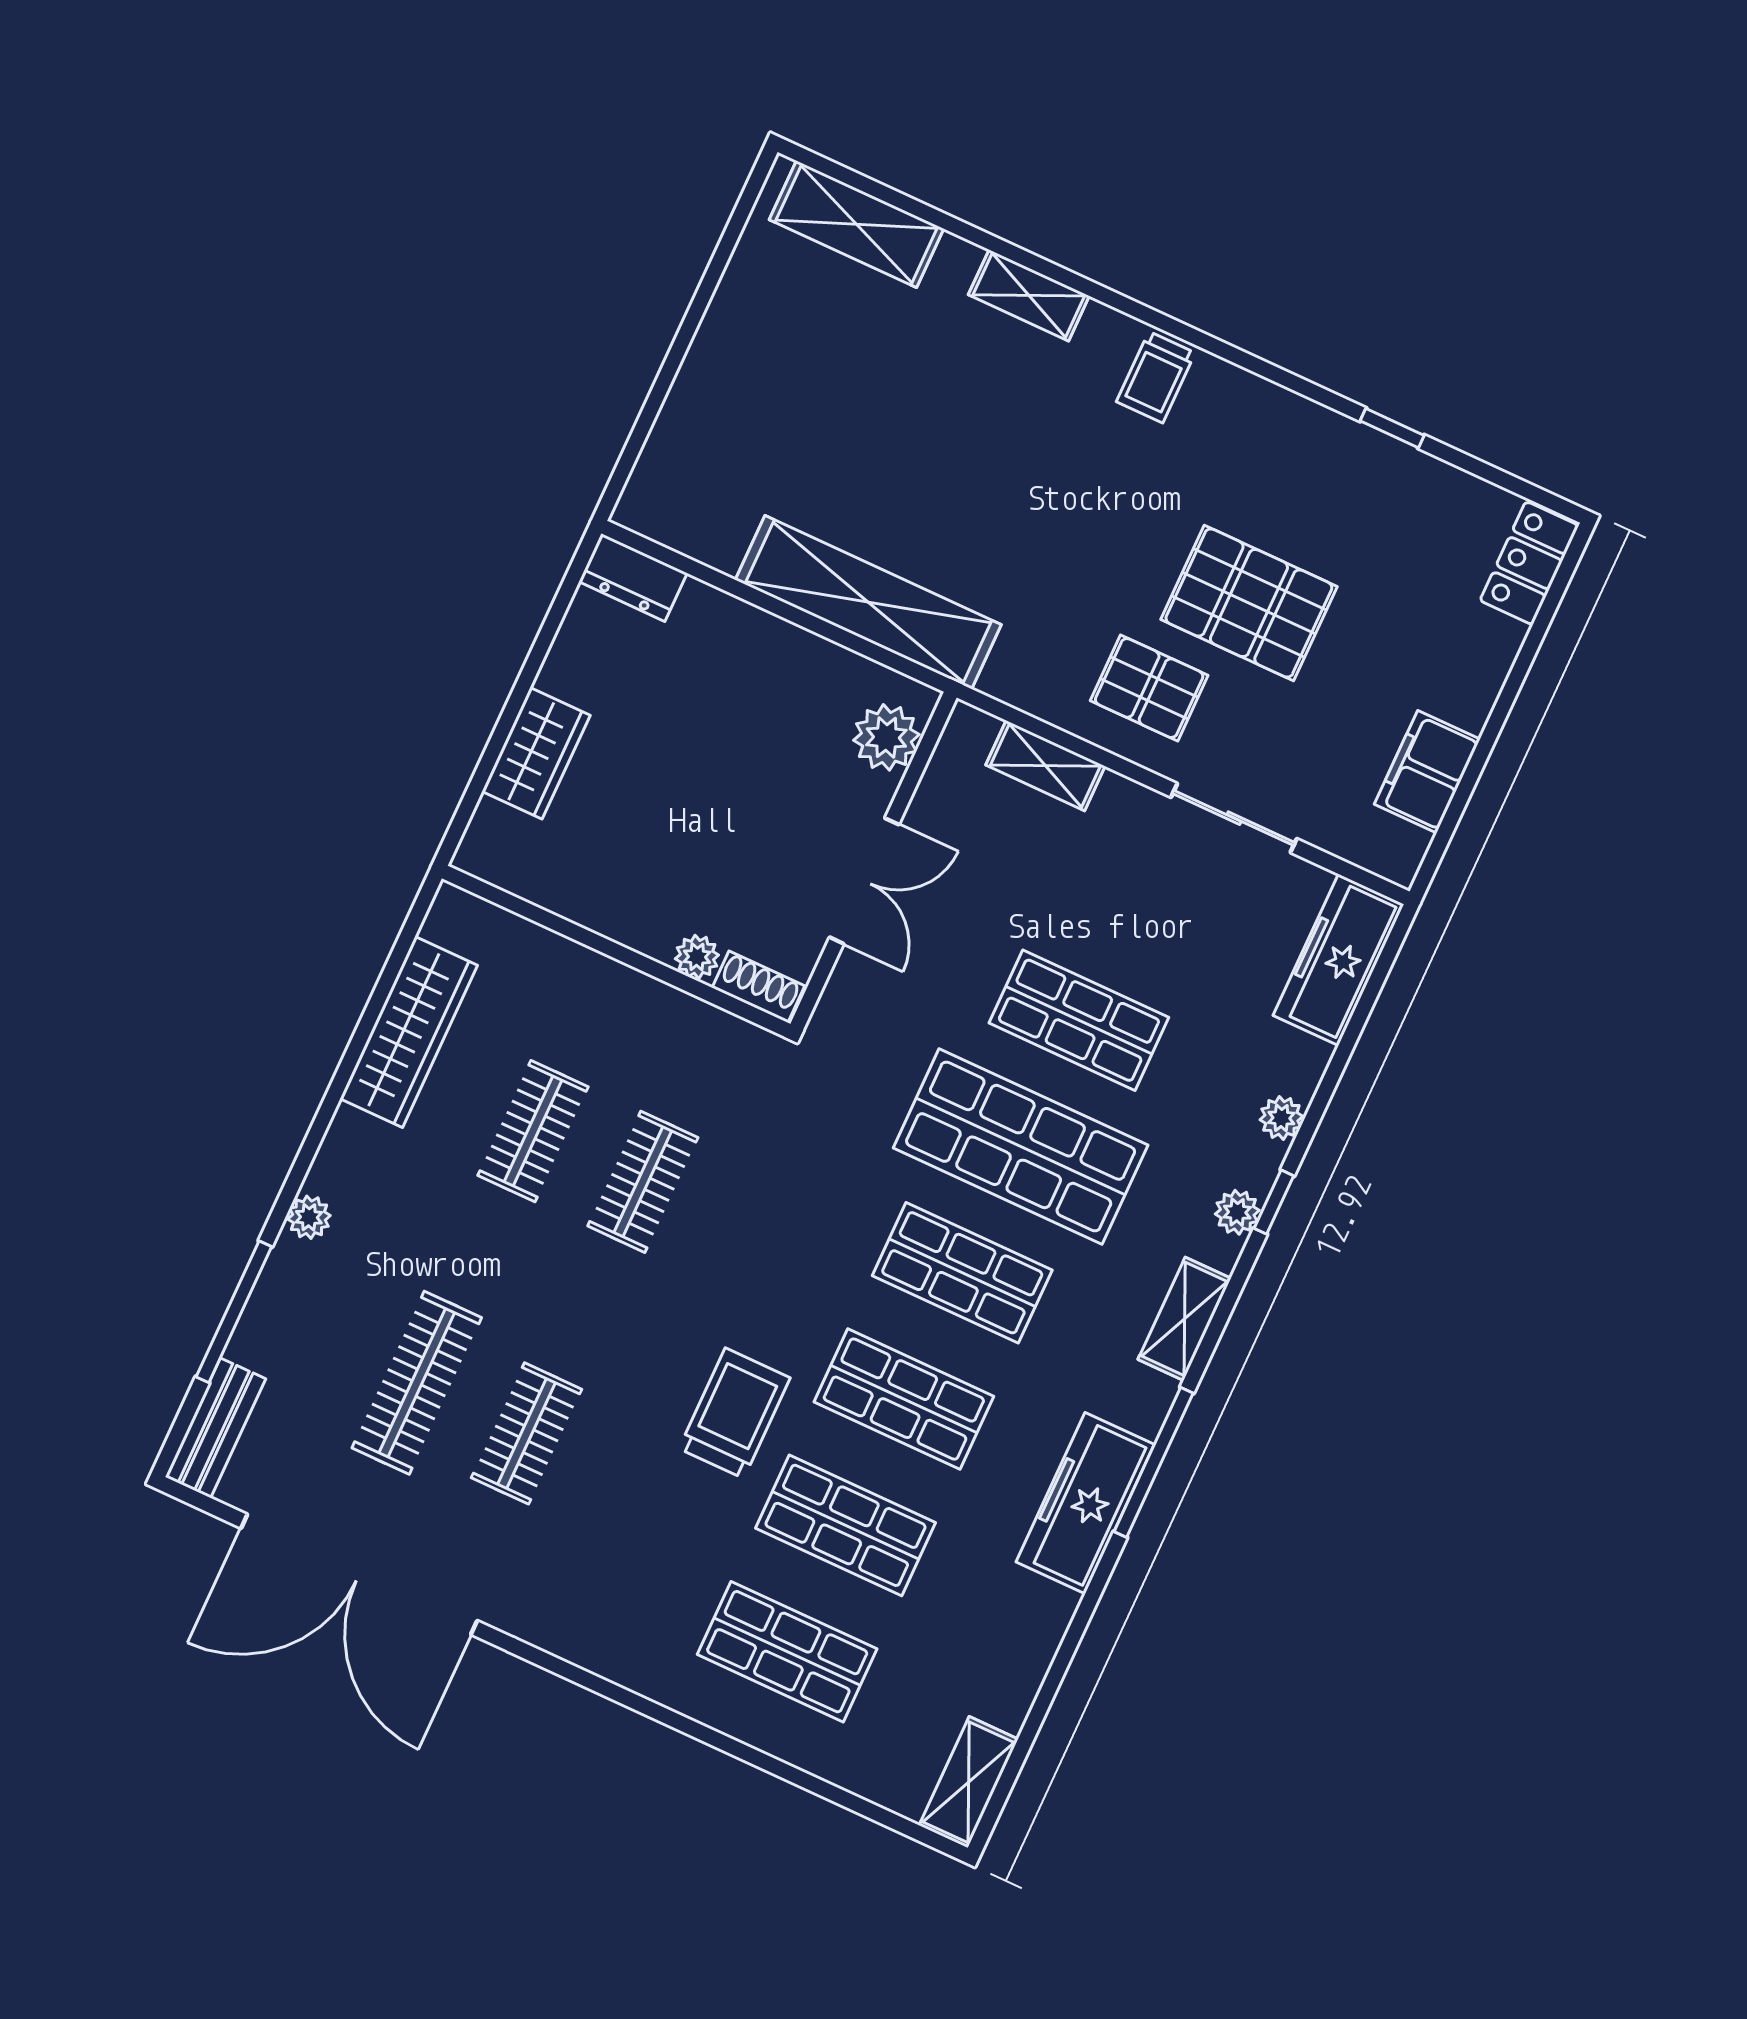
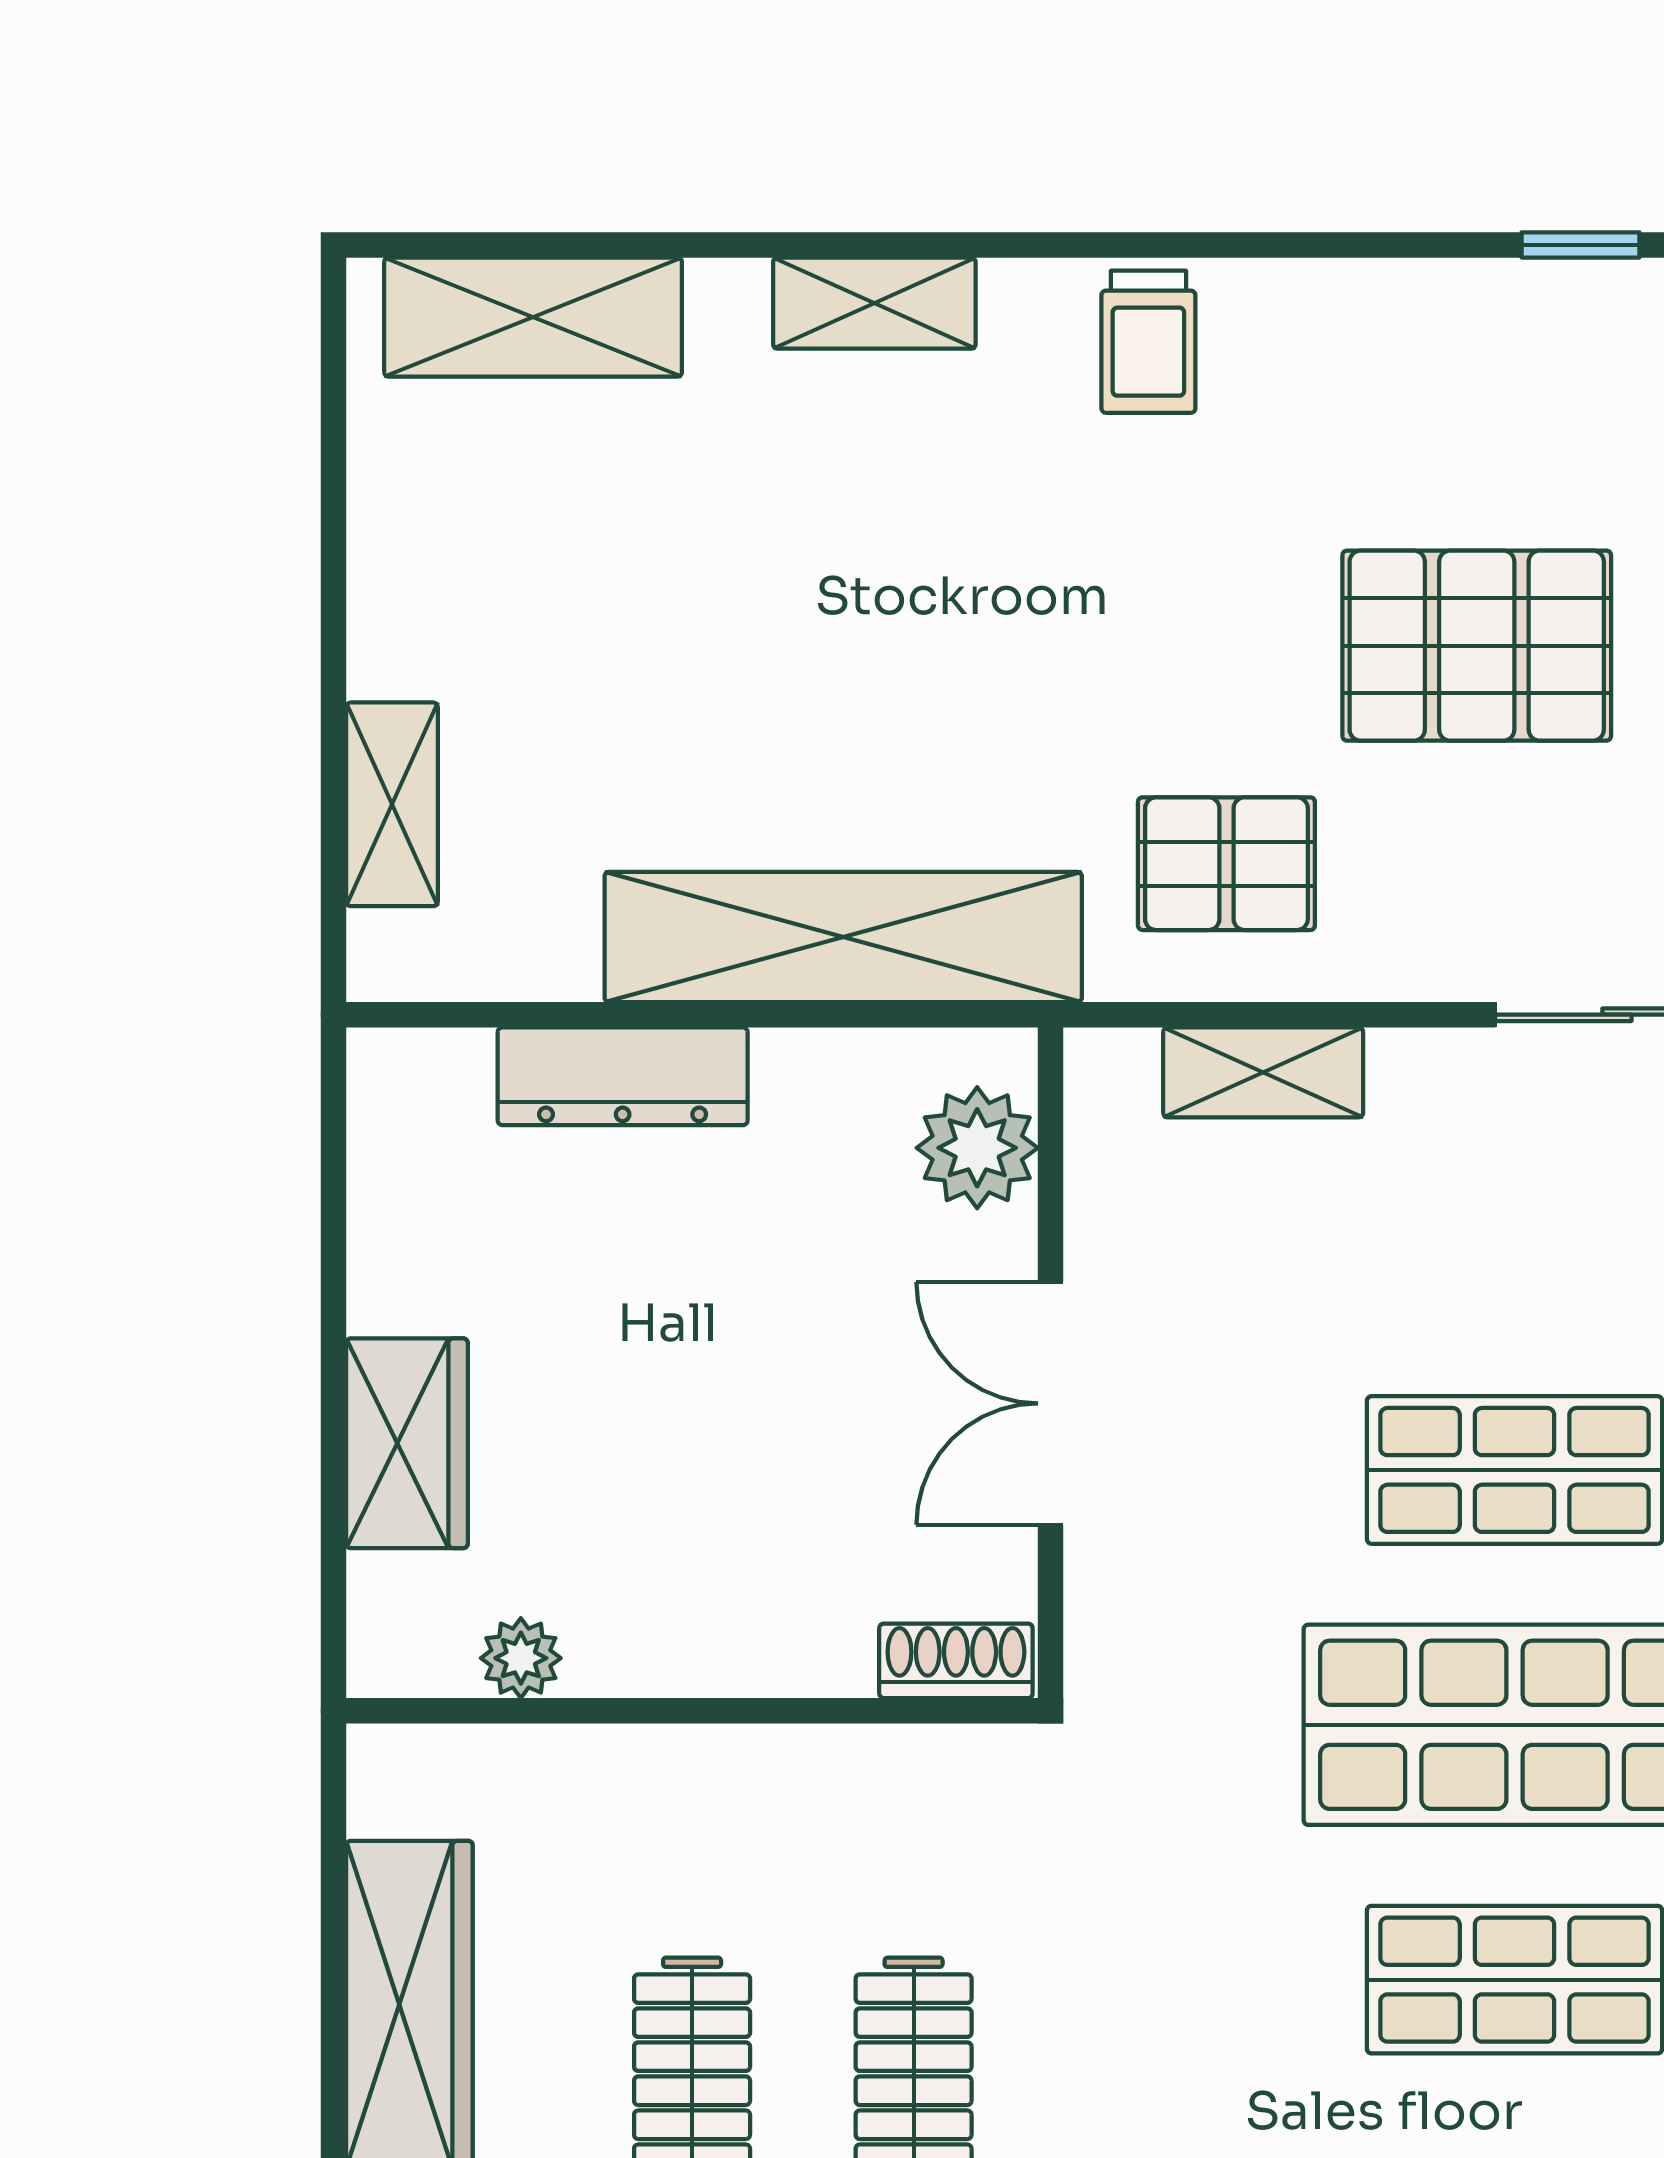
shelving: (675, 433) -> (392, 804), added
dresser: (633, 577) -> (623, 1076), moved, width x1.44
pallet: (1149, 688) -> (1226, 864), moved
double door: (864, 881) -> (1051, 1403), swing flipped
plant: (697, 957) -> (521, 1658), moved

